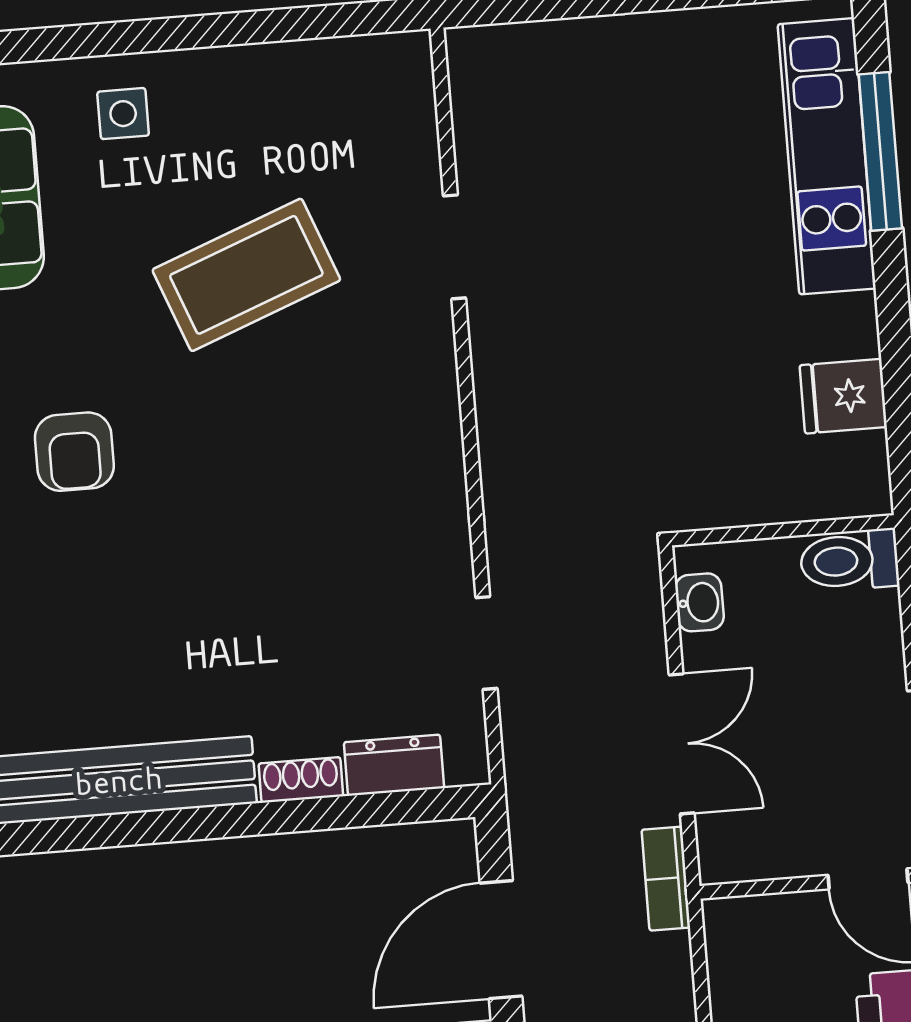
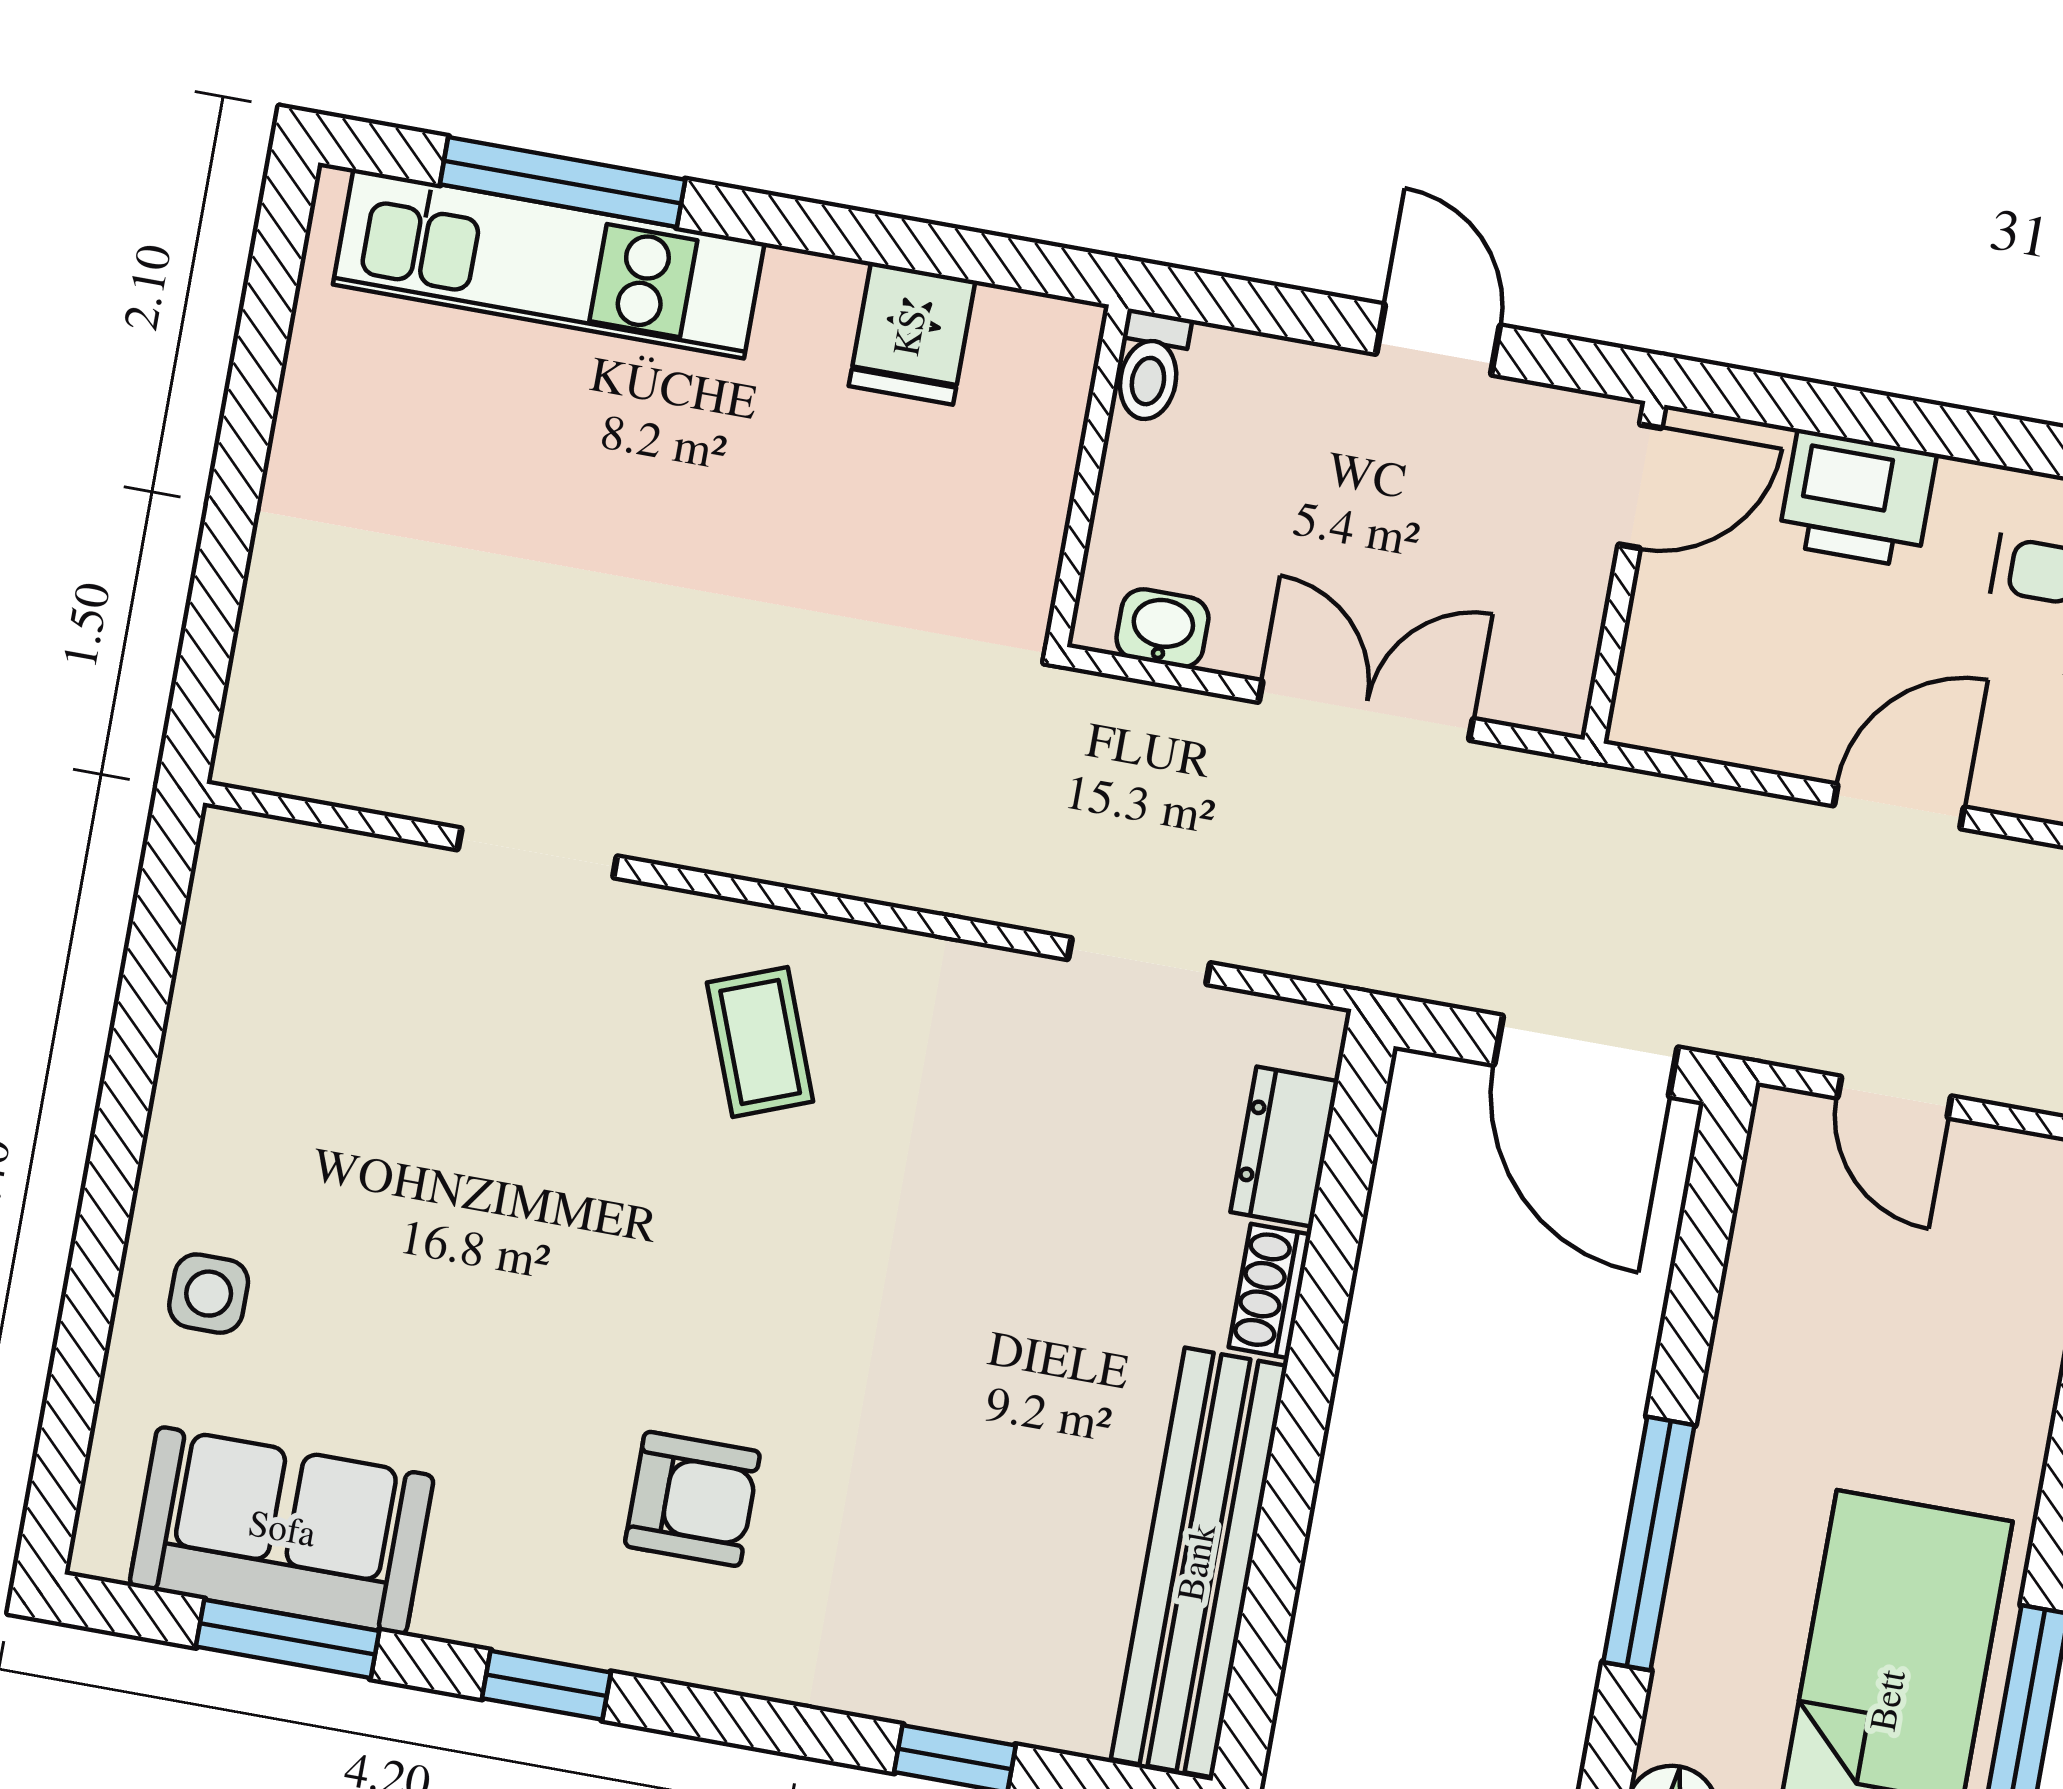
coffee table: (246, 275) -> (760, 1042), moved, width x0.54, depth x0.58
toilet: (849, 560) -> (1151, 366), width x0.73, depth x0.72
bookcase: (666, 879) -> (1560, 787), removed

